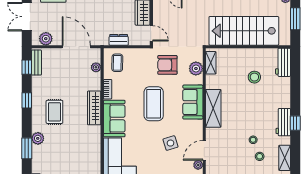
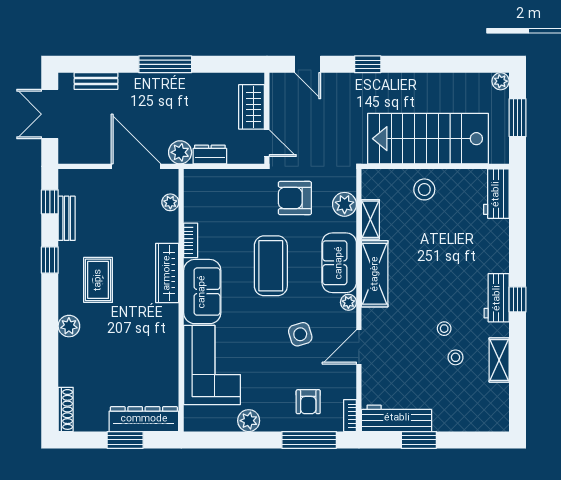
plant: (46, 39) -> (180, 152), moved
bench: (36, 63) -> (67, 218), moved
coffee table: (117, 63) -> (208, 194), removed
shelving: (211, 63) -> (370, 219), moved
stool: (254, 77) -> (424, 189), moved
window: (27, 148) -> (50, 344), removed
plant: (198, 165) -> (348, 302), moved

